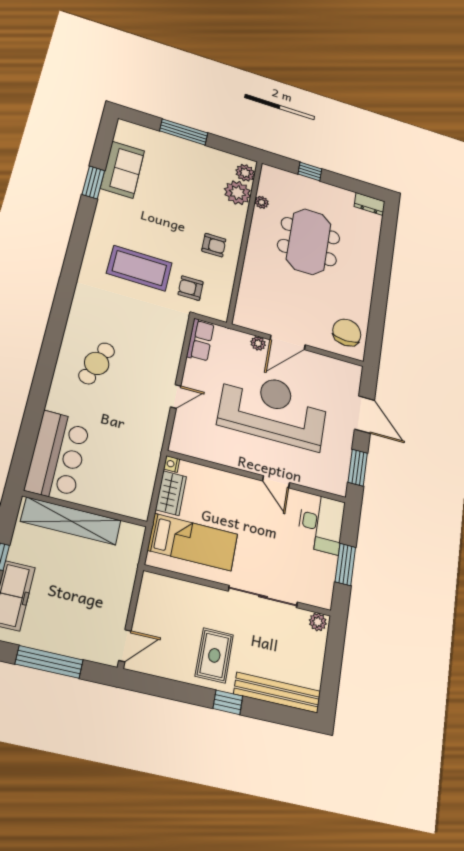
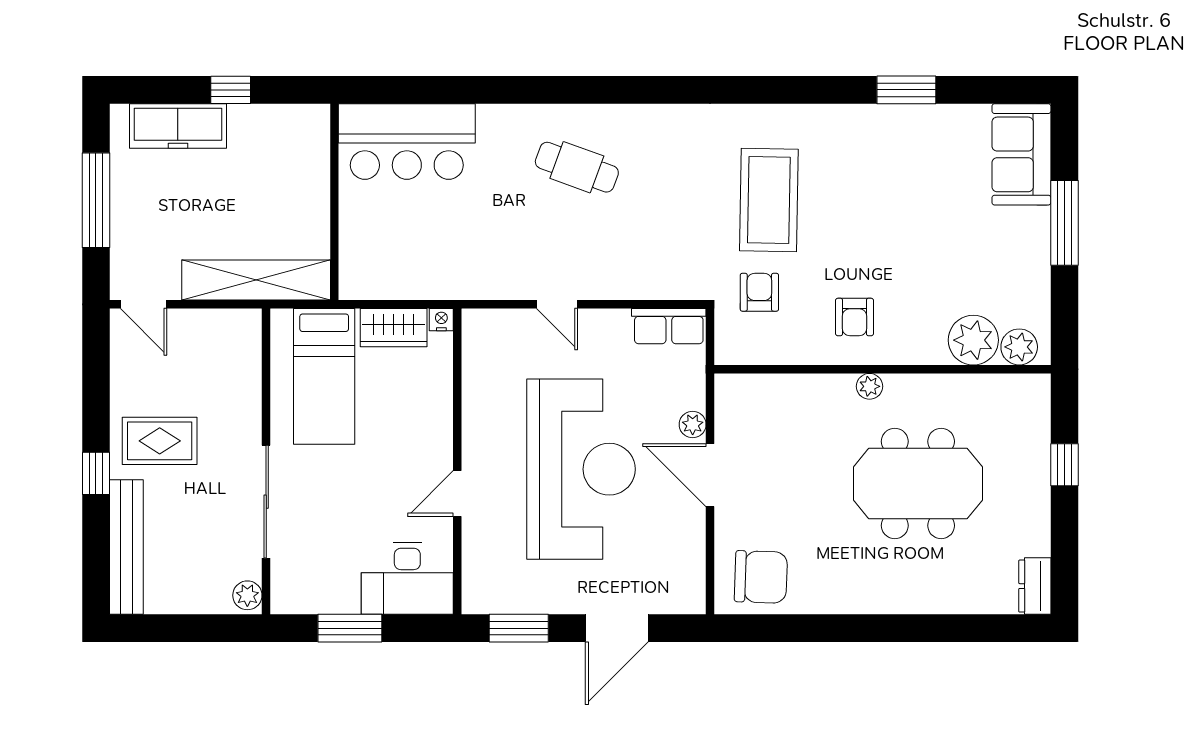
sofa: (122, 170) -> (1021, 154), moved, turned 90
plant: (262, 202) -> (869, 386), moved
shelving: (71, 521) -> (256, 280), moved, turned 90

